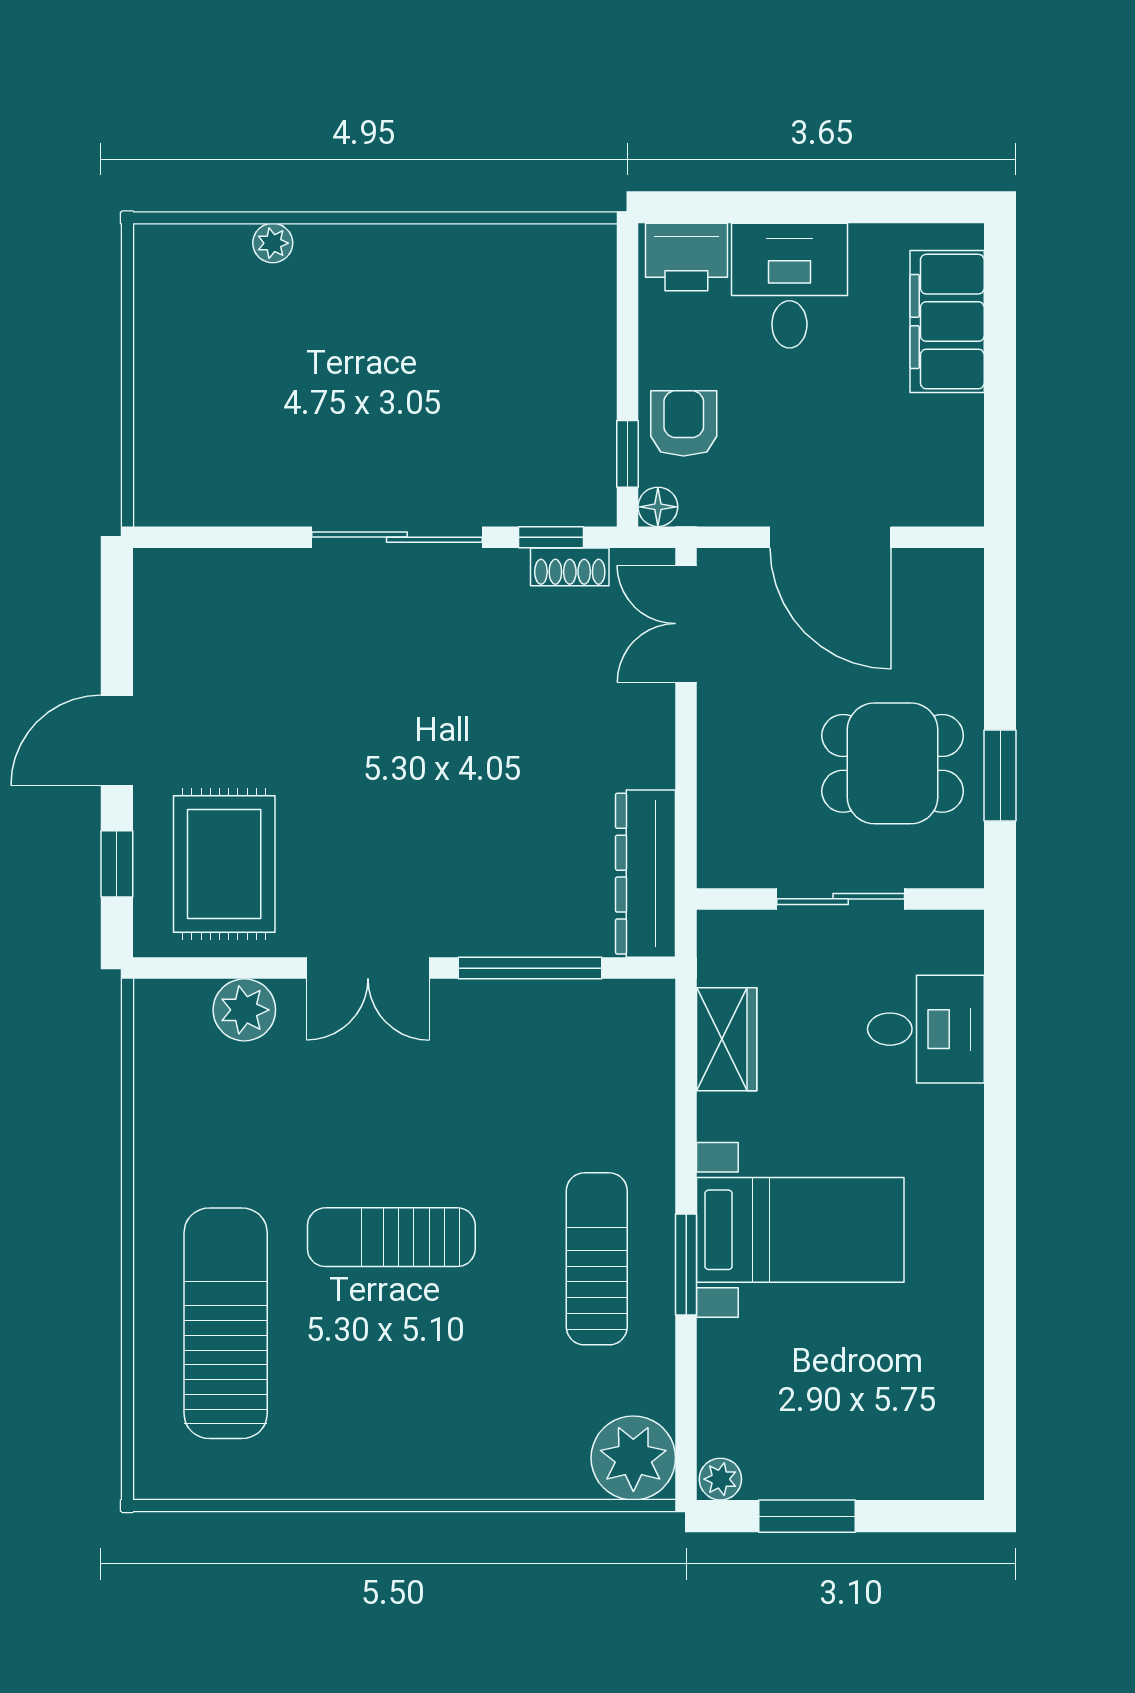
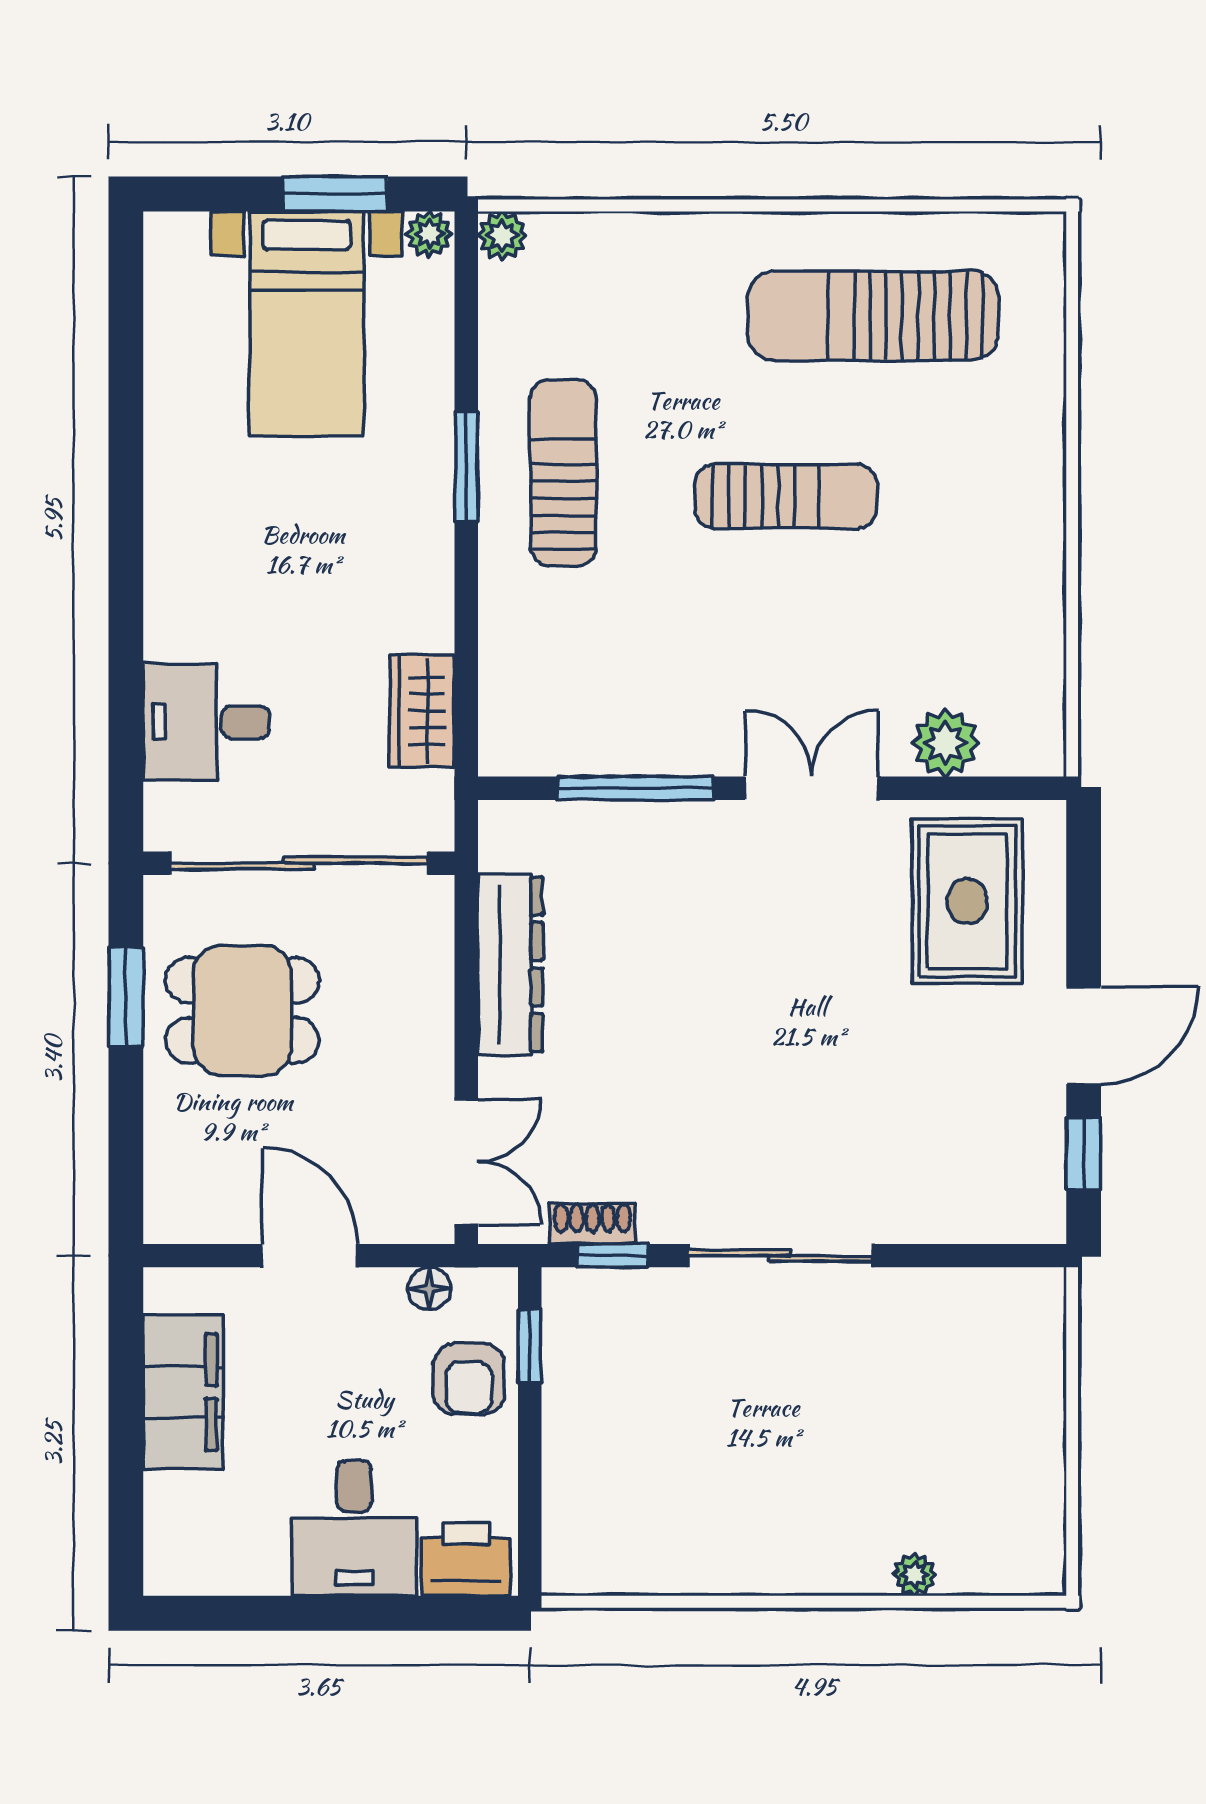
filing cabinet: (947, 322) -> (183, 1392), moved
floor lamp: (658, 507) -> (429, 1288), moved
door: (830, 537) -> (310, 1256), width x0.73
window: (117, 864) -> (1084, 1153), moved
dresser: (646, 874) -> (510, 964), moved
sliding door: (841, 899) -> (299, 863), width x1.86
bed with nightstands: (800, 1230) -> (307, 324), moved, turned -90
sun lounger: (597, 1259) -> (563, 473), turned 180
sun lounger: (226, 1323) -> (873, 316), moved, turned 90
plant: (633, 1458) -> (502, 236), width x0.53, depth x0.53

